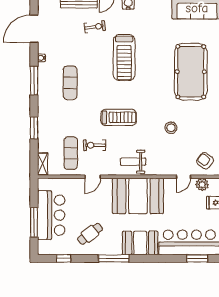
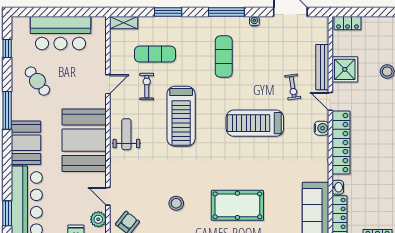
pool table: (191, 72) -> (237, 205), width x0.73, depth x0.76
exercise mat: (70, 83) -> (224, 57), turned 90
treadmill: (119, 117) -> (181, 116), width x1.37, depth x1.38
stool: (171, 128) -> (176, 203), moved
exercise mat: (71, 153) -> (155, 54), moved
door: (93, 177) -> (108, 84), swing flipped
window: (34, 222) -> (52, 12), removed

